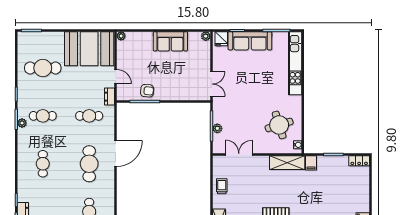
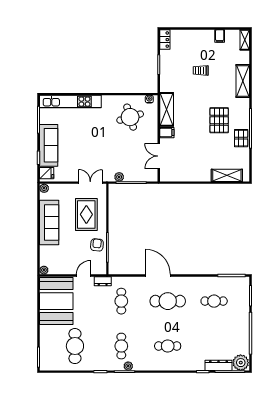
sofa: (170, 41) -> (49, 222), width x1.36
rug: (179, 80) -> (86, 214), added
plant: (217, 128) -> (119, 177), moved
filing cabinet: (311, 163) -> (167, 133), moved
trolley: (222, 186) -> (201, 70), moved

